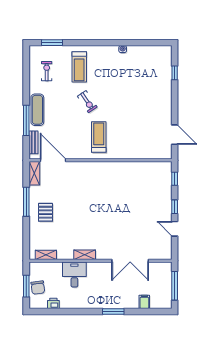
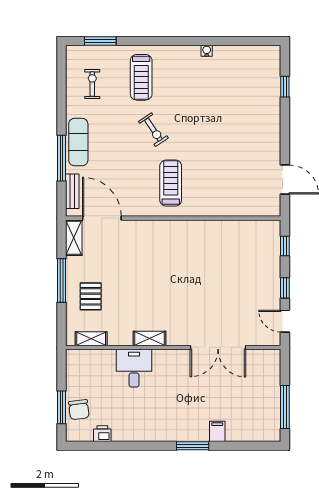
shelving: (46, 255) -> (91, 339), moved
shelving: (85, 255) -> (149, 339), moved
wall: (100, 261) -> (173, 347), moved
double door: (130, 261) -> (218, 347), moved
desk: (74, 274) -> (134, 368), moved
filing cabinet: (144, 302) -> (217, 431), moved

